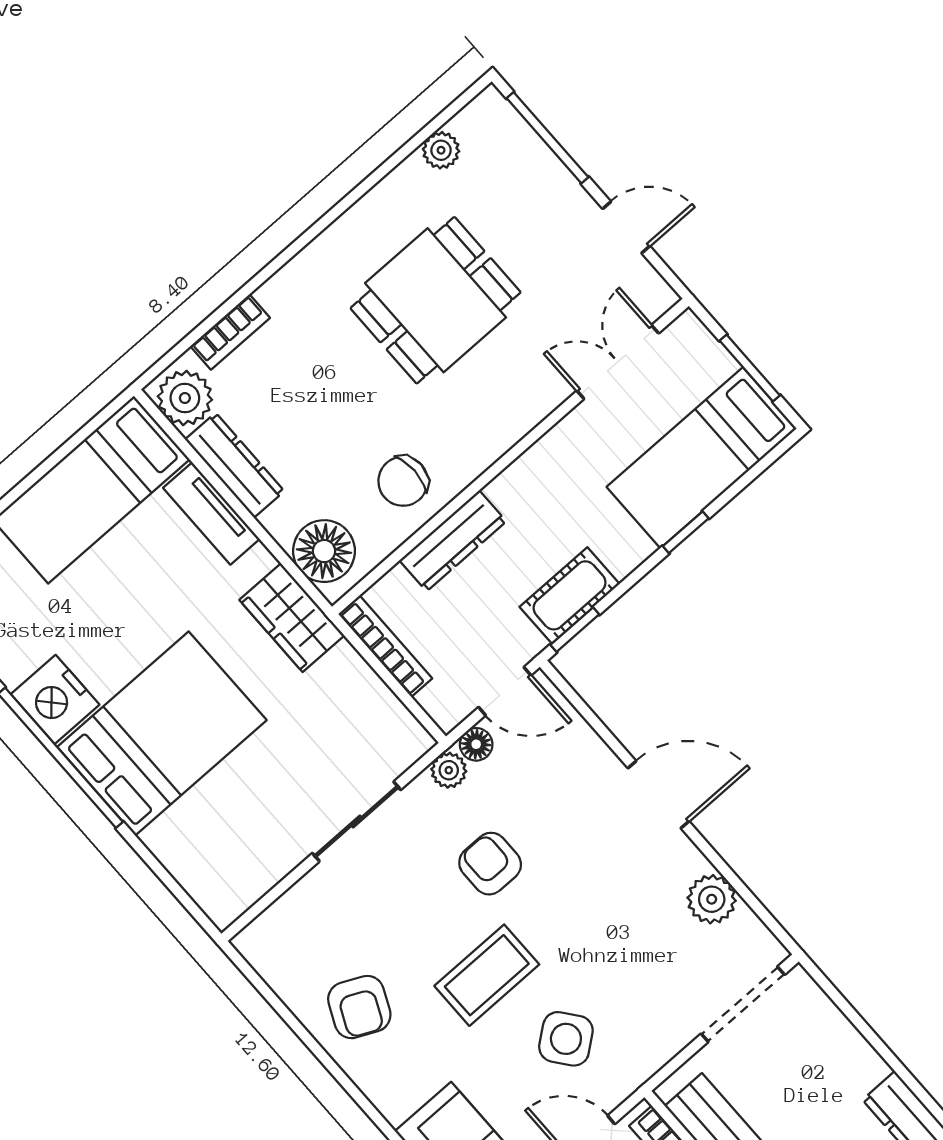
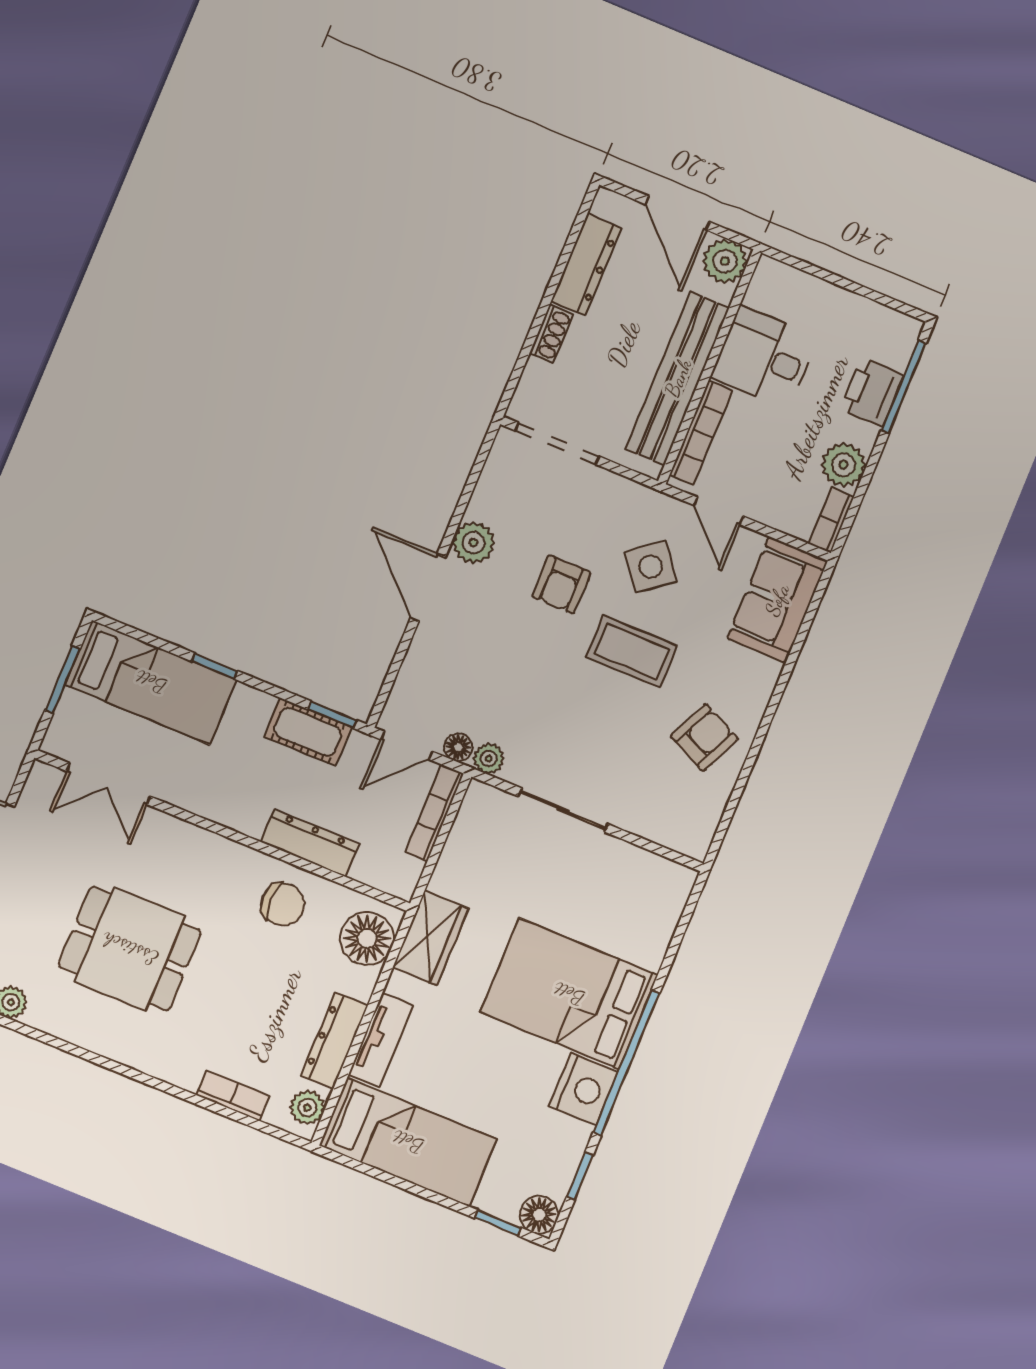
plant: (185, 398) -> (307, 1107), width x0.73, depth x0.73
bookcase: (385, 646) -> (434, 813), moved
door: (505, 691) -> (407, 745), swing flipped
armchair: (490, 864) -> (561, 584), moved
plant: (712, 899) -> (474, 543), moved
shoe rack: (861, 1055) -> (551, 334), added

